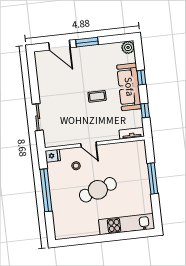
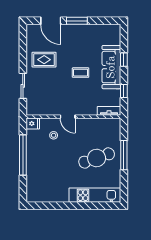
plant: (128, 47) -> (115, 30), removed
rug: (57, 87) -> (44, 60), added
cafe table: (98, 190) -> (97, 158), moved

